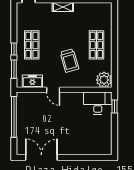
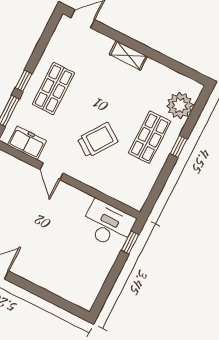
window: (114, 42) -> (179, 146), added
trolley: (69, 61) -> (98, 140), turned -129
plant: (104, 80) -> (180, 105), moved

